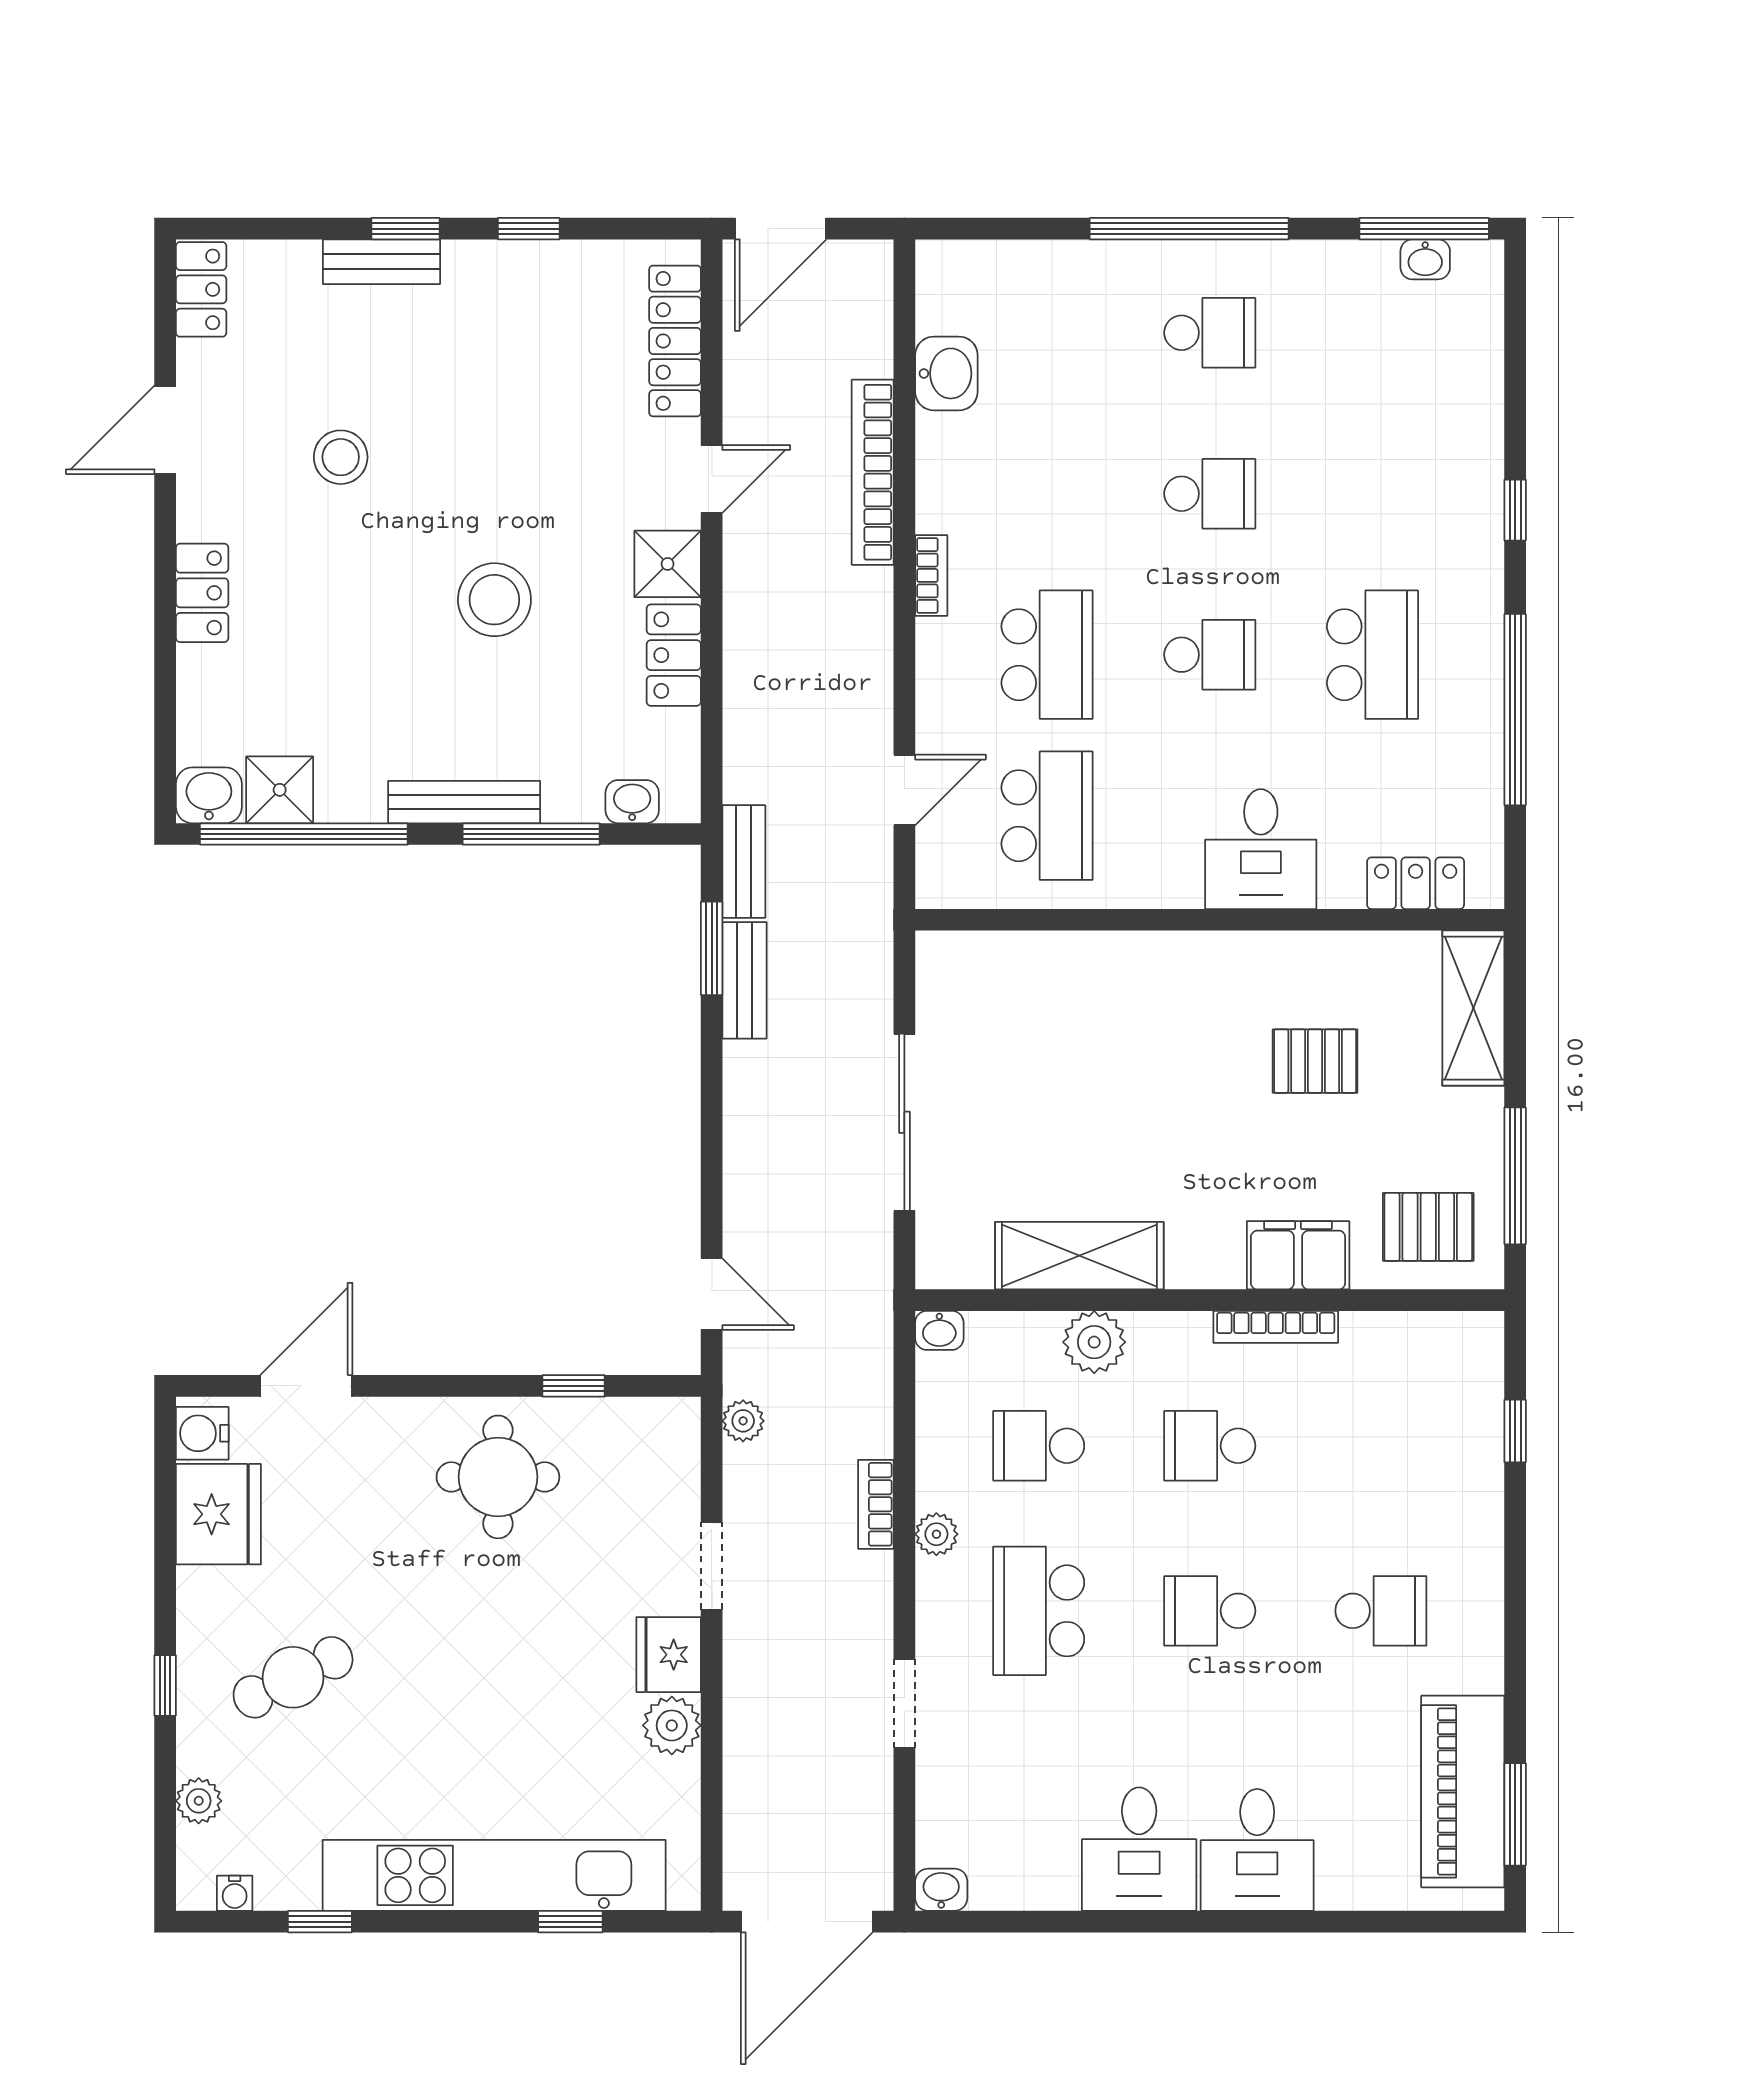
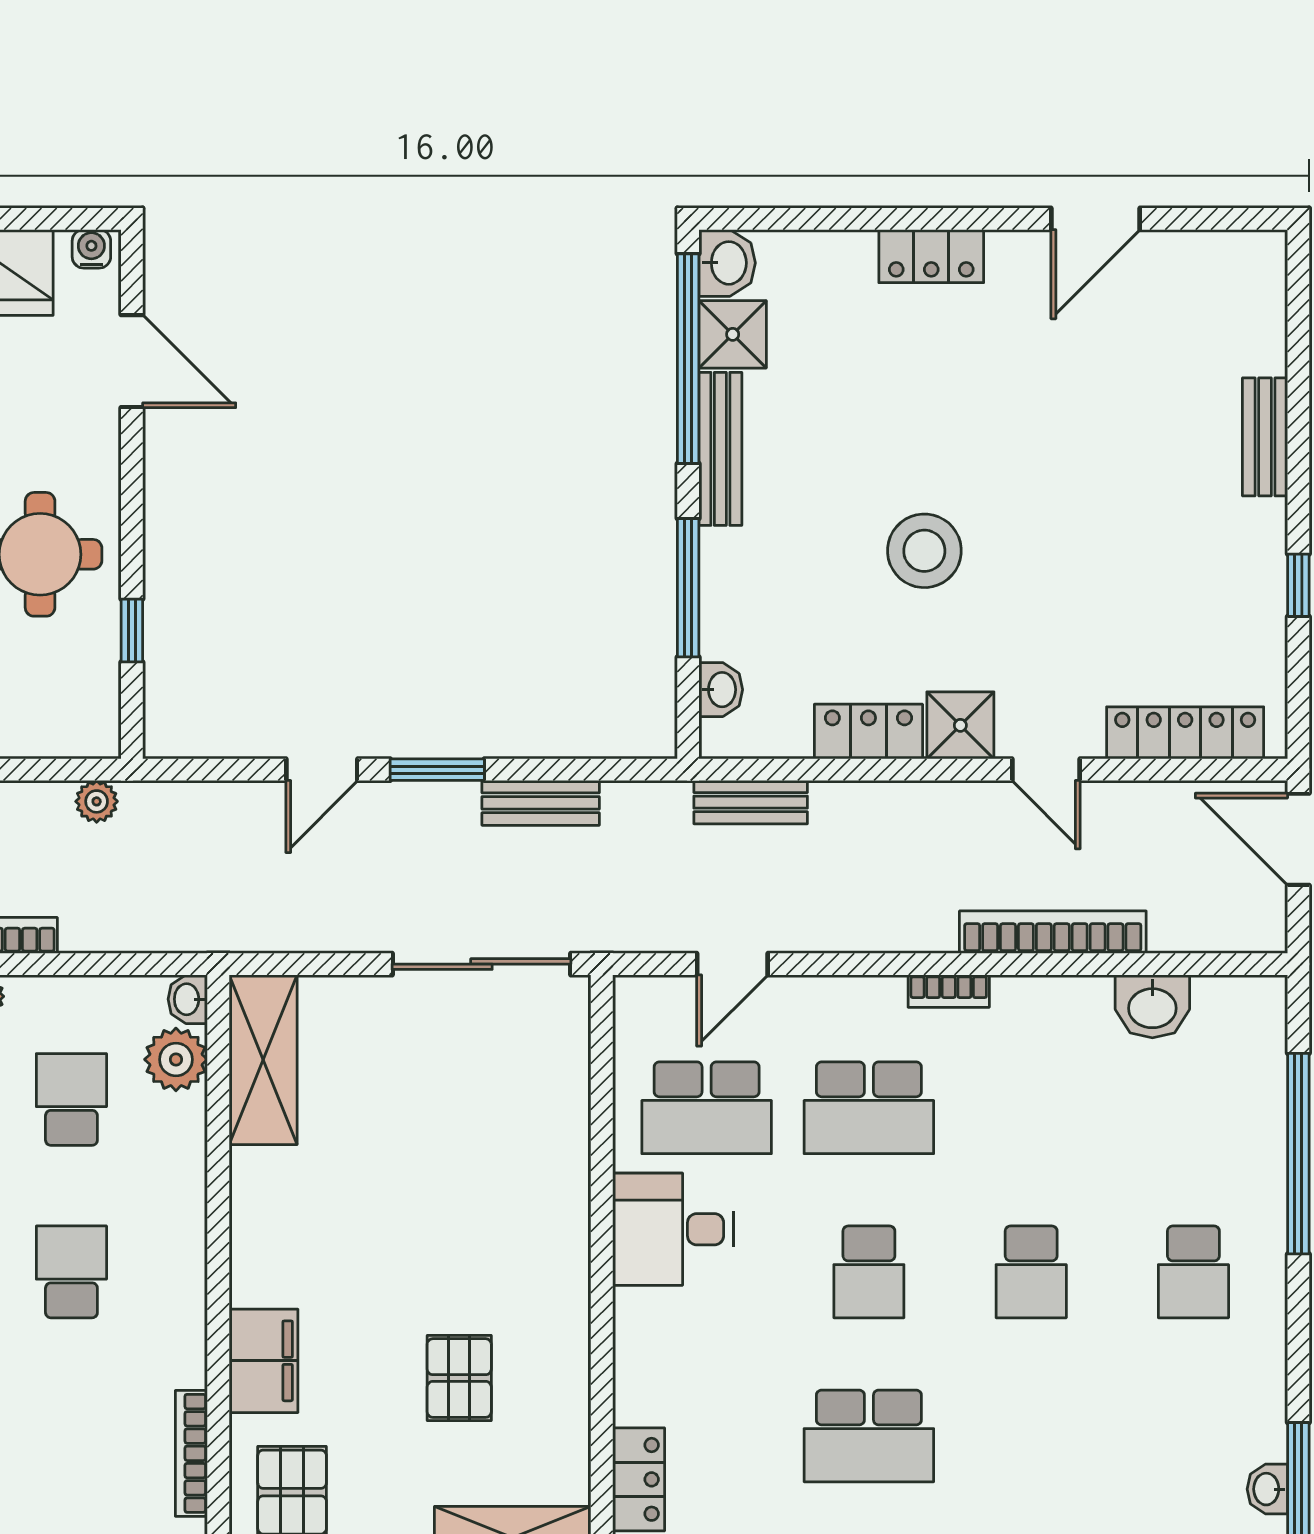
window: (405, 229) -> (1298, 461), removed
window: (1189, 229) -> (1298, 1154), moved
locker: (201, 289) -> (1237, 255), removed
door: (165, 430) -> (1096, 219), swing flipped
stool: (341, 457) -> (1068, 396), removed
door: (904, 790) -> (732, 964), hinge flipped
bench: (464, 802) -> (720, 449), moved
desk: (1261, 849) -> (673, 1229), moved
bench: (744, 861) -> (751, 802), moved
window: (712, 948) -> (437, 770), moved
sliding door: (904, 1122) -> (481, 964), moved
shelving: (1079, 1256) -> (263, 1060), moved
door: (712, 1294) -> (322, 770), moved
bookcase: (1276, 1327) -> (191, 1453), moved
plant: (1094, 1342) -> (176, 1059), moved
water cooler: (202, 1433) -> (91, 249), width x0.72, depth x0.72

